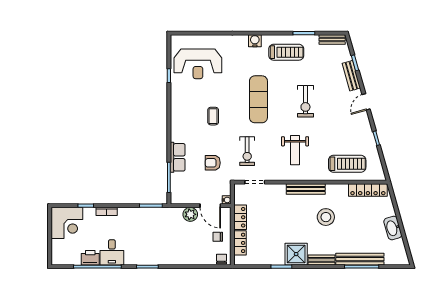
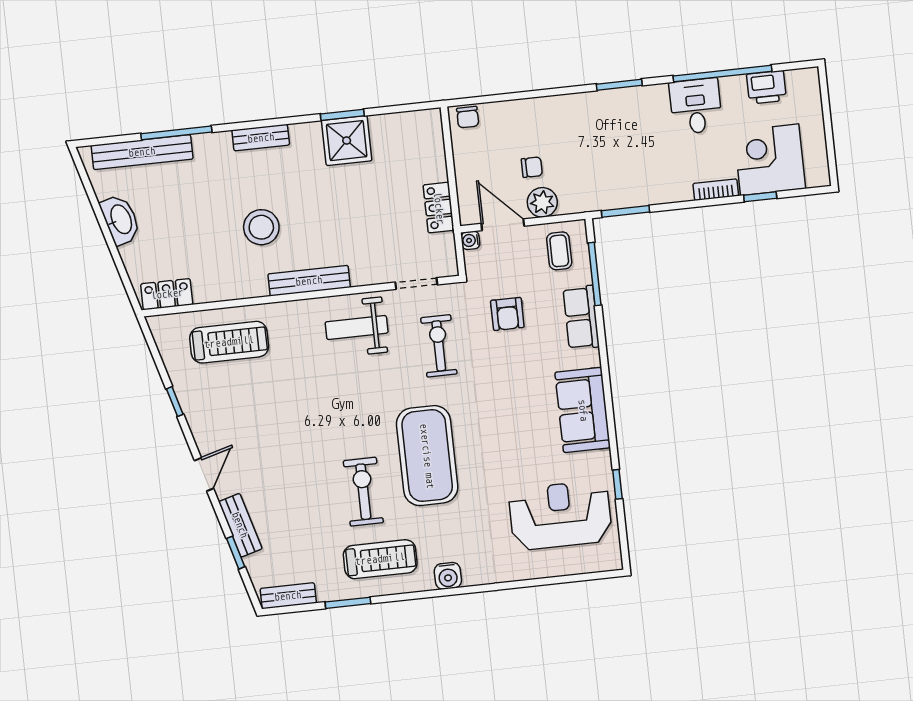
treadmill: (286, 52) -> (380, 559), turned 180
exercise mat: (258, 99) -> (427, 456), width x1.47
exercise bike: (305, 101) -> (363, 492), moved
sofa: (182, 113) -> (583, 410), added
coffee table: (213, 116) -> (559, 251), moved
weight bench: (295, 150) -> (357, 327), moved, turned -90
armchair: (213, 163) -> (507, 314), turned 90
treadmill: (347, 164) -> (229, 342), turned 180
locker: (368, 190) -> (167, 294), width x0.66
corner desk: (67, 223) -> (770, 160), moved
chair: (218, 237) -> (532, 167), moved
locker: (240, 243) -> (433, 154), removed
shower: (296, 254) -> (347, 141), moved
printer: (90, 258) -> (766, 87), moved
bench: (360, 259) -> (142, 152), moved

